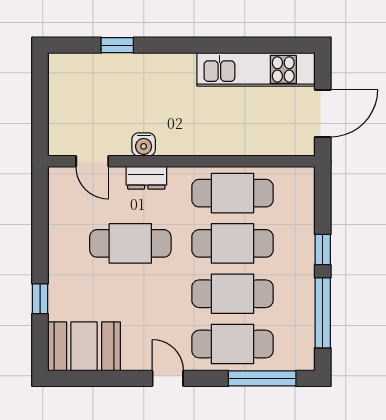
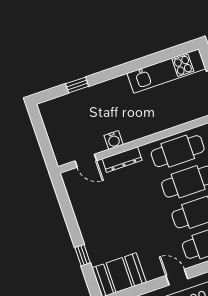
dresser: (146, 178) -> (122, 160), width x1.44
cafe table: (130, 243) -> (126, 203), removed

